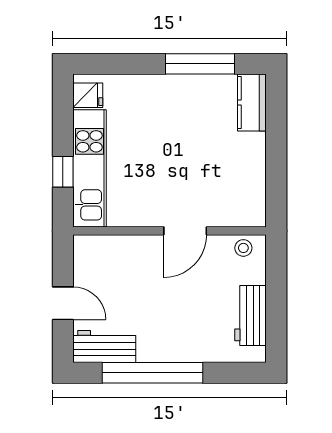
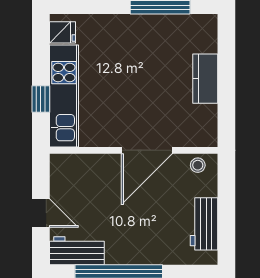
kitchen counter: (252, 103) -> (205, 79), moved
door: (185, 231) -> (147, 150), width x1.36

